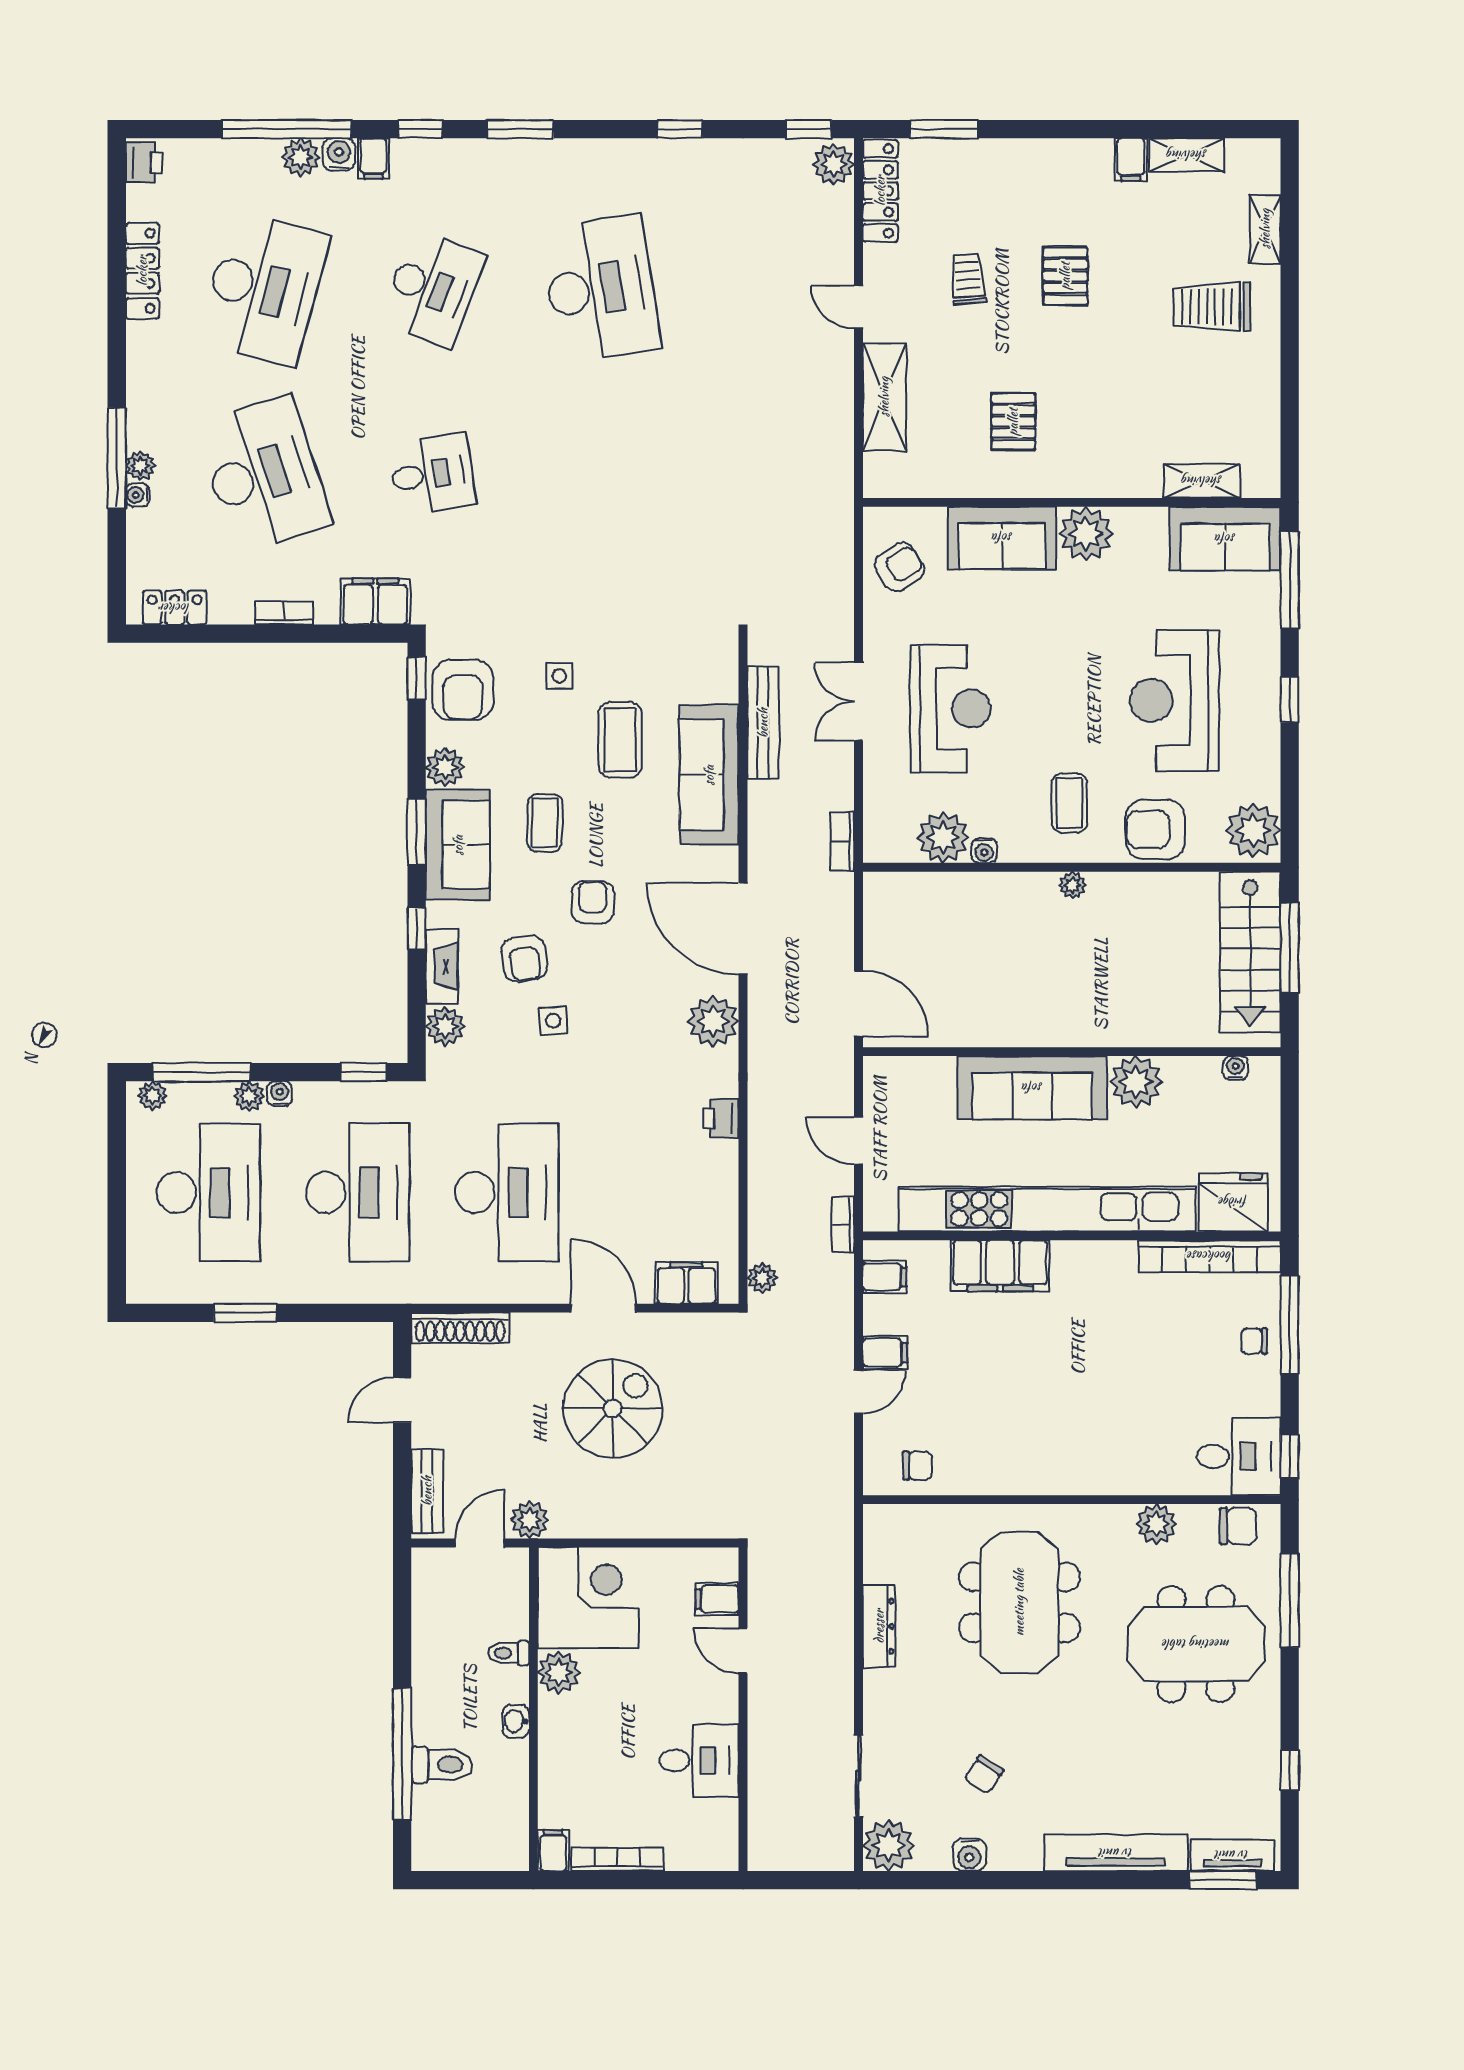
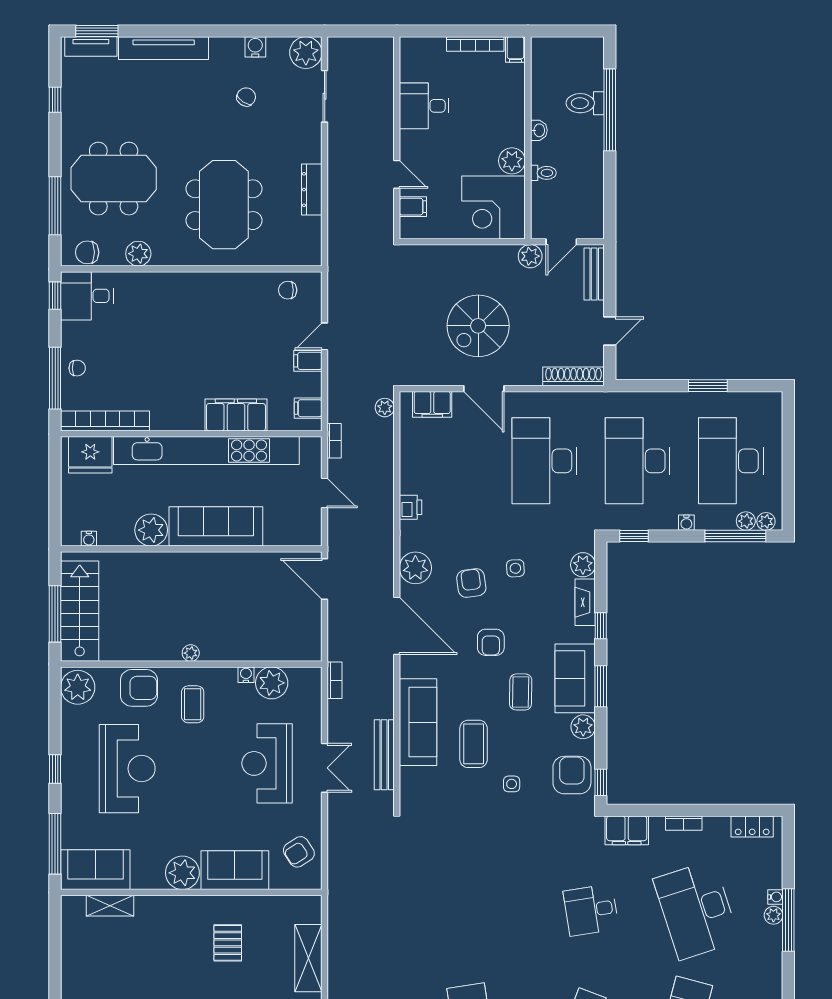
armchair: (524, 958) -> (471, 583), moved
plant: (249, 1096) -> (746, 521), moved

